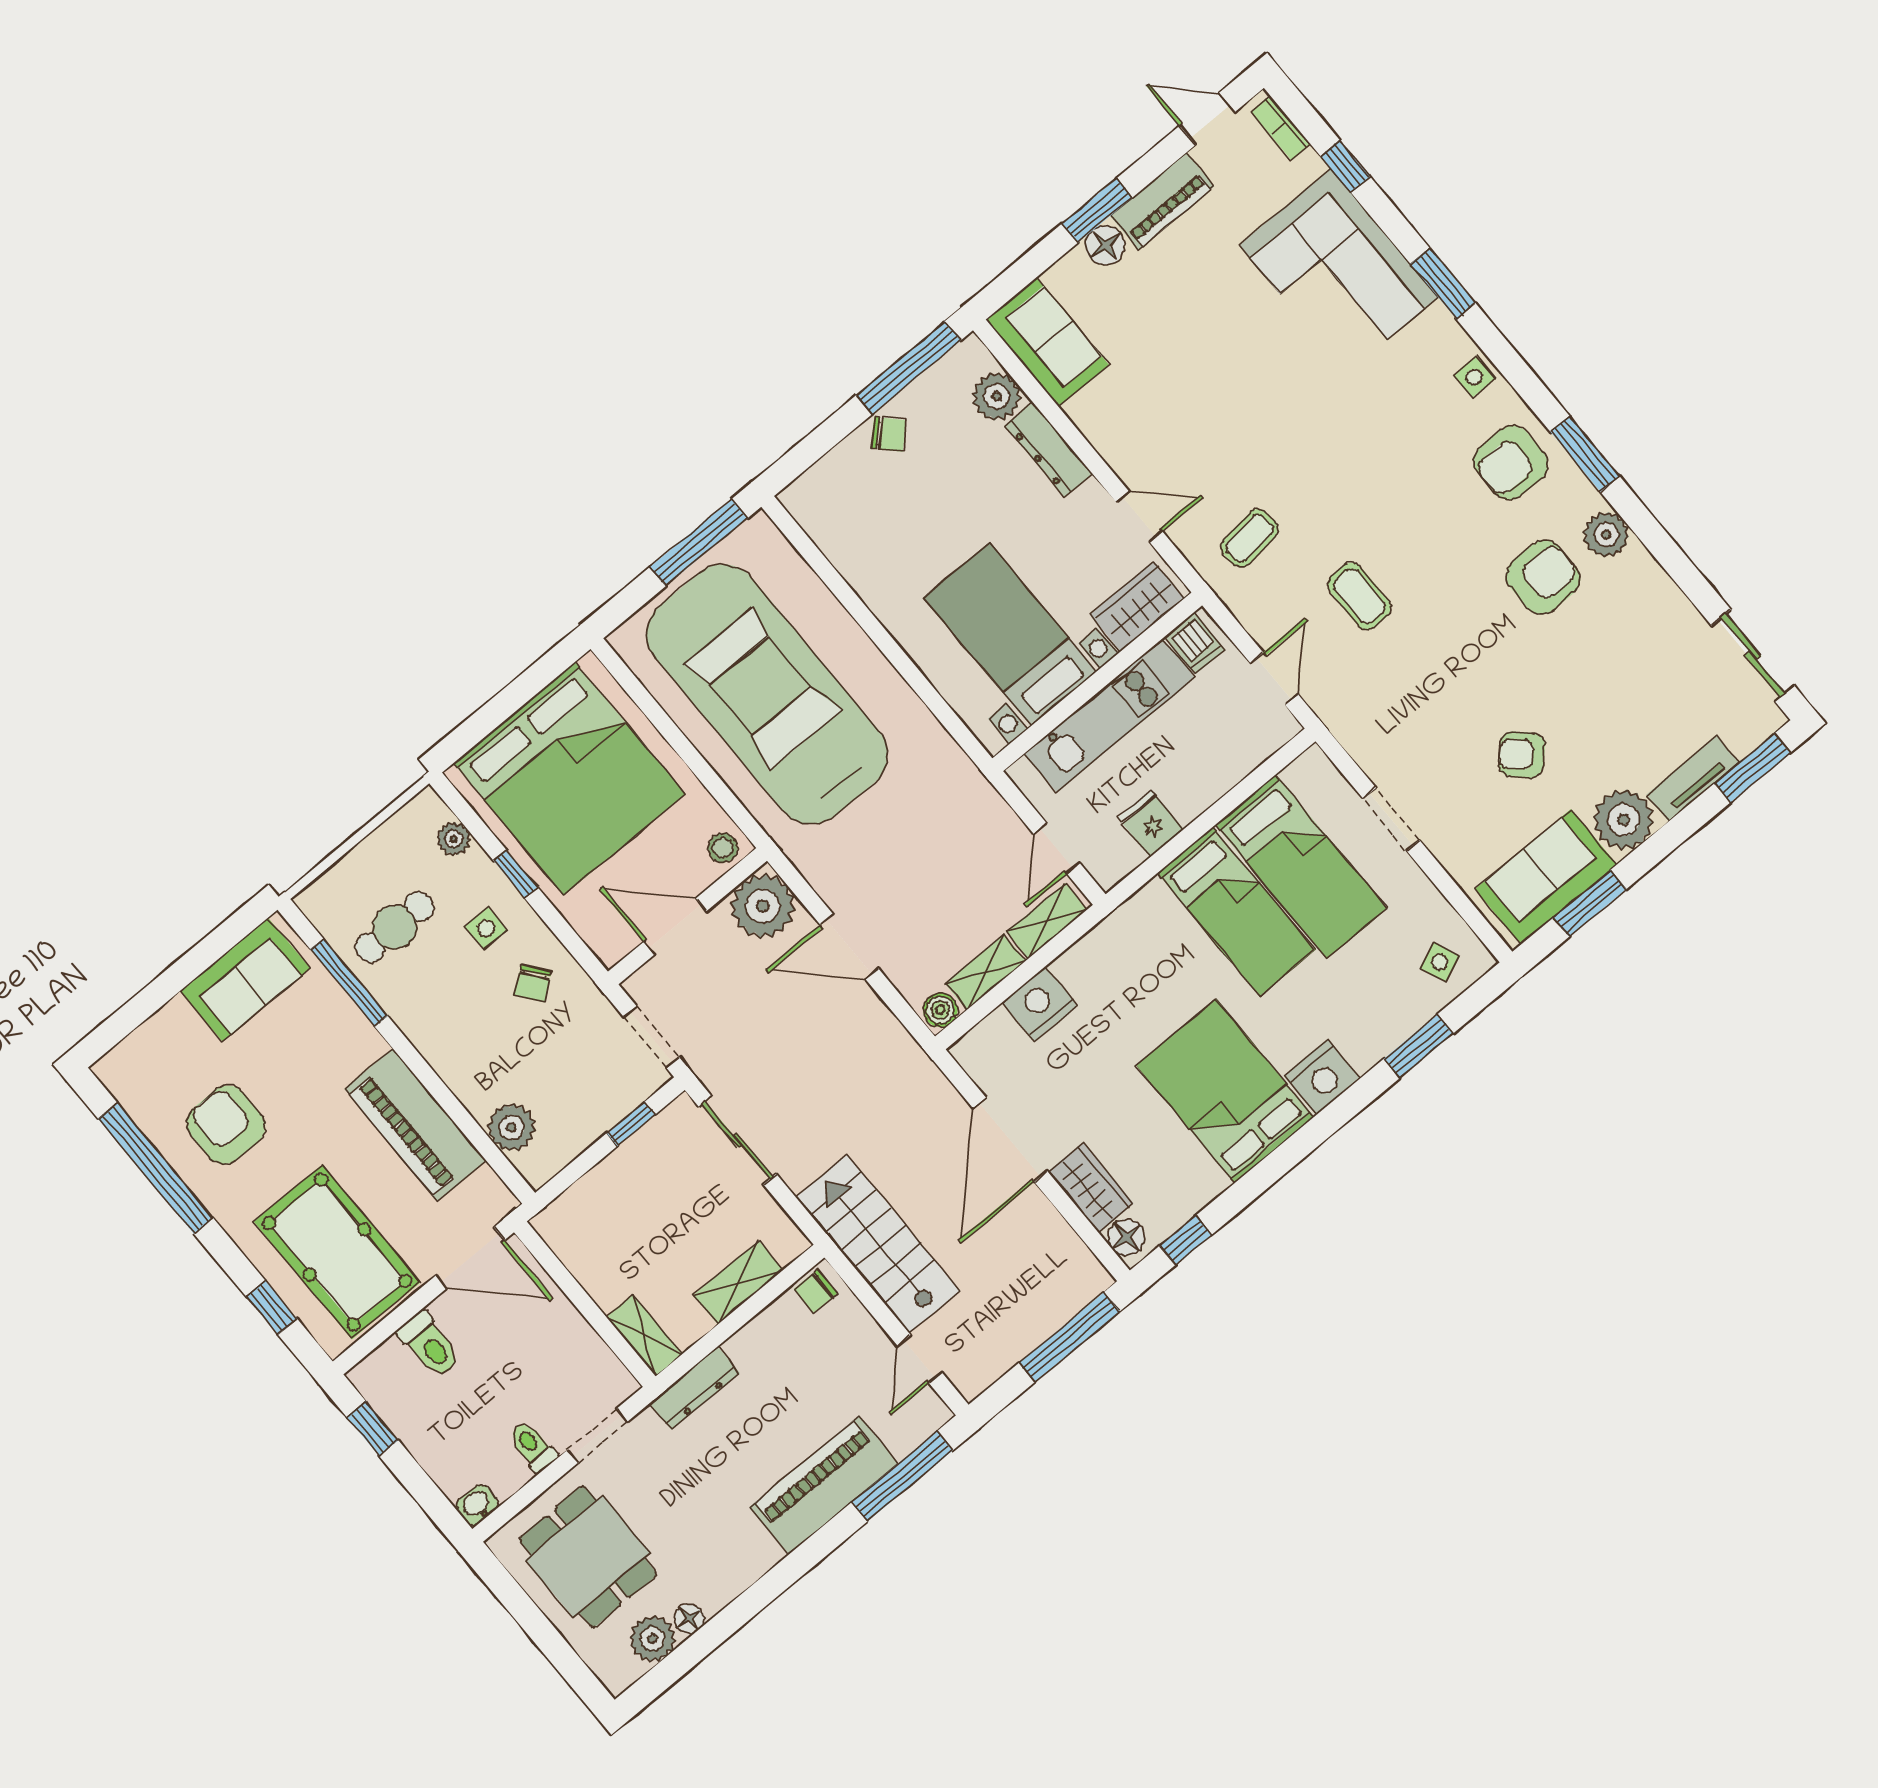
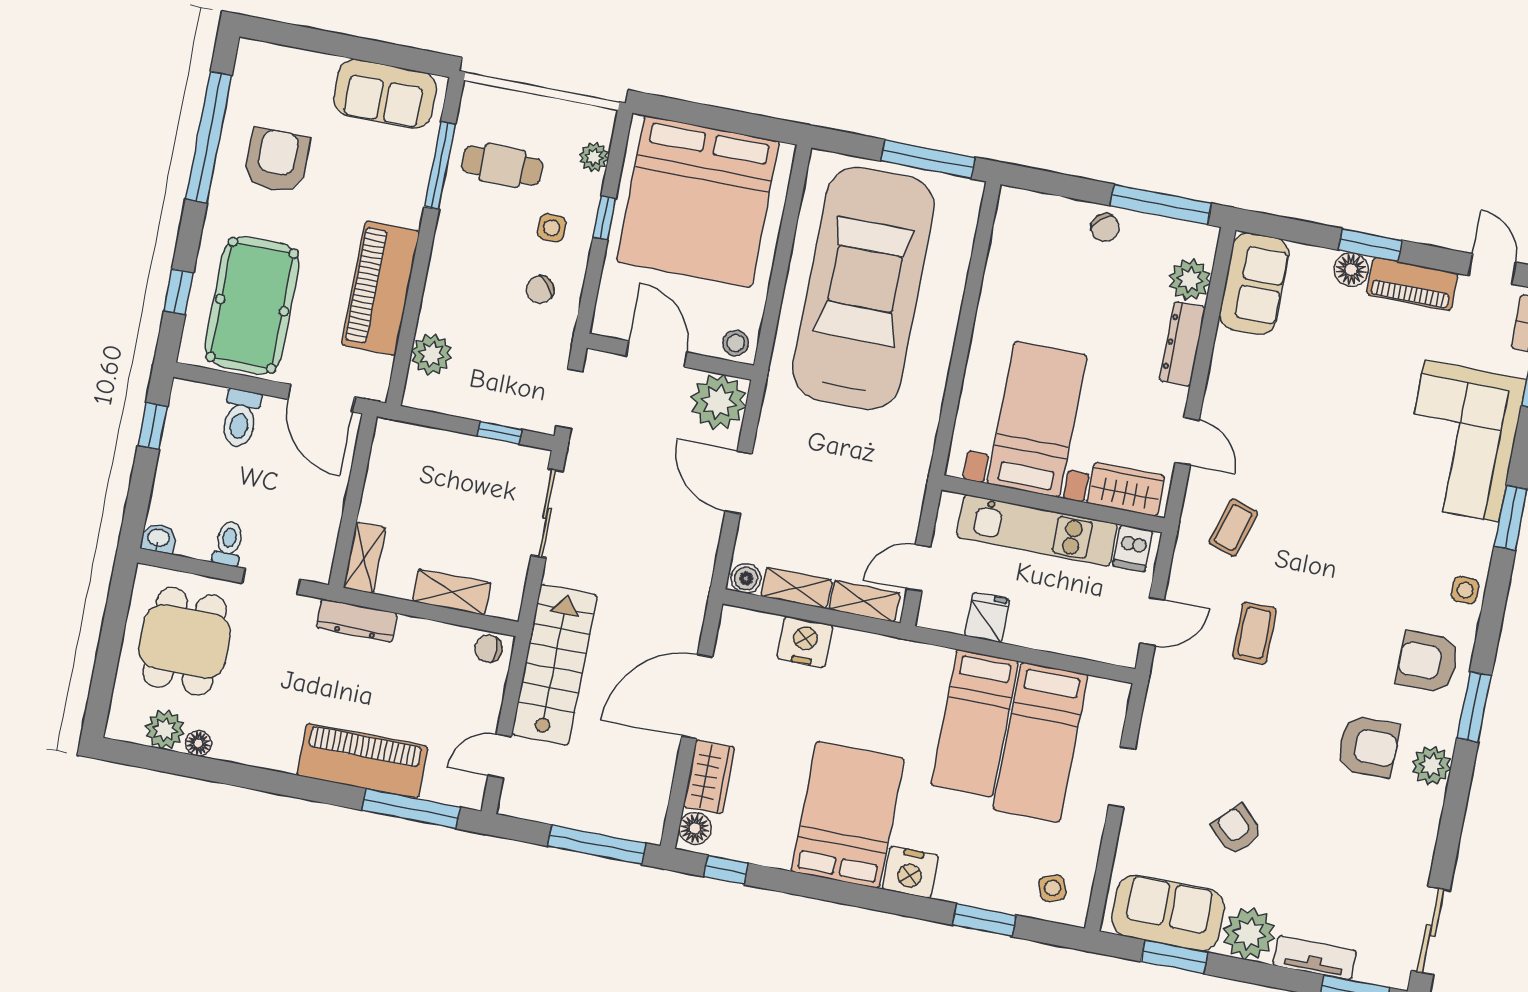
coffee table: (1250, 538) -> (1233, 528), turned -67

